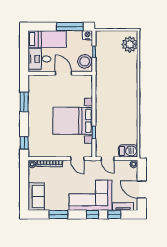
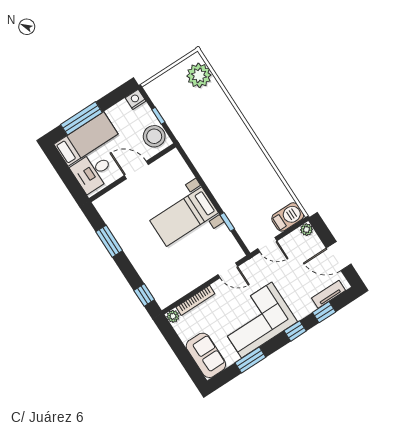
window: (70, 27) -> (81, 118), moved
bed with nightstands: (73, 121) -> (184, 217), width x0.73
corner sofa: (90, 195) -> (257, 320), moved

